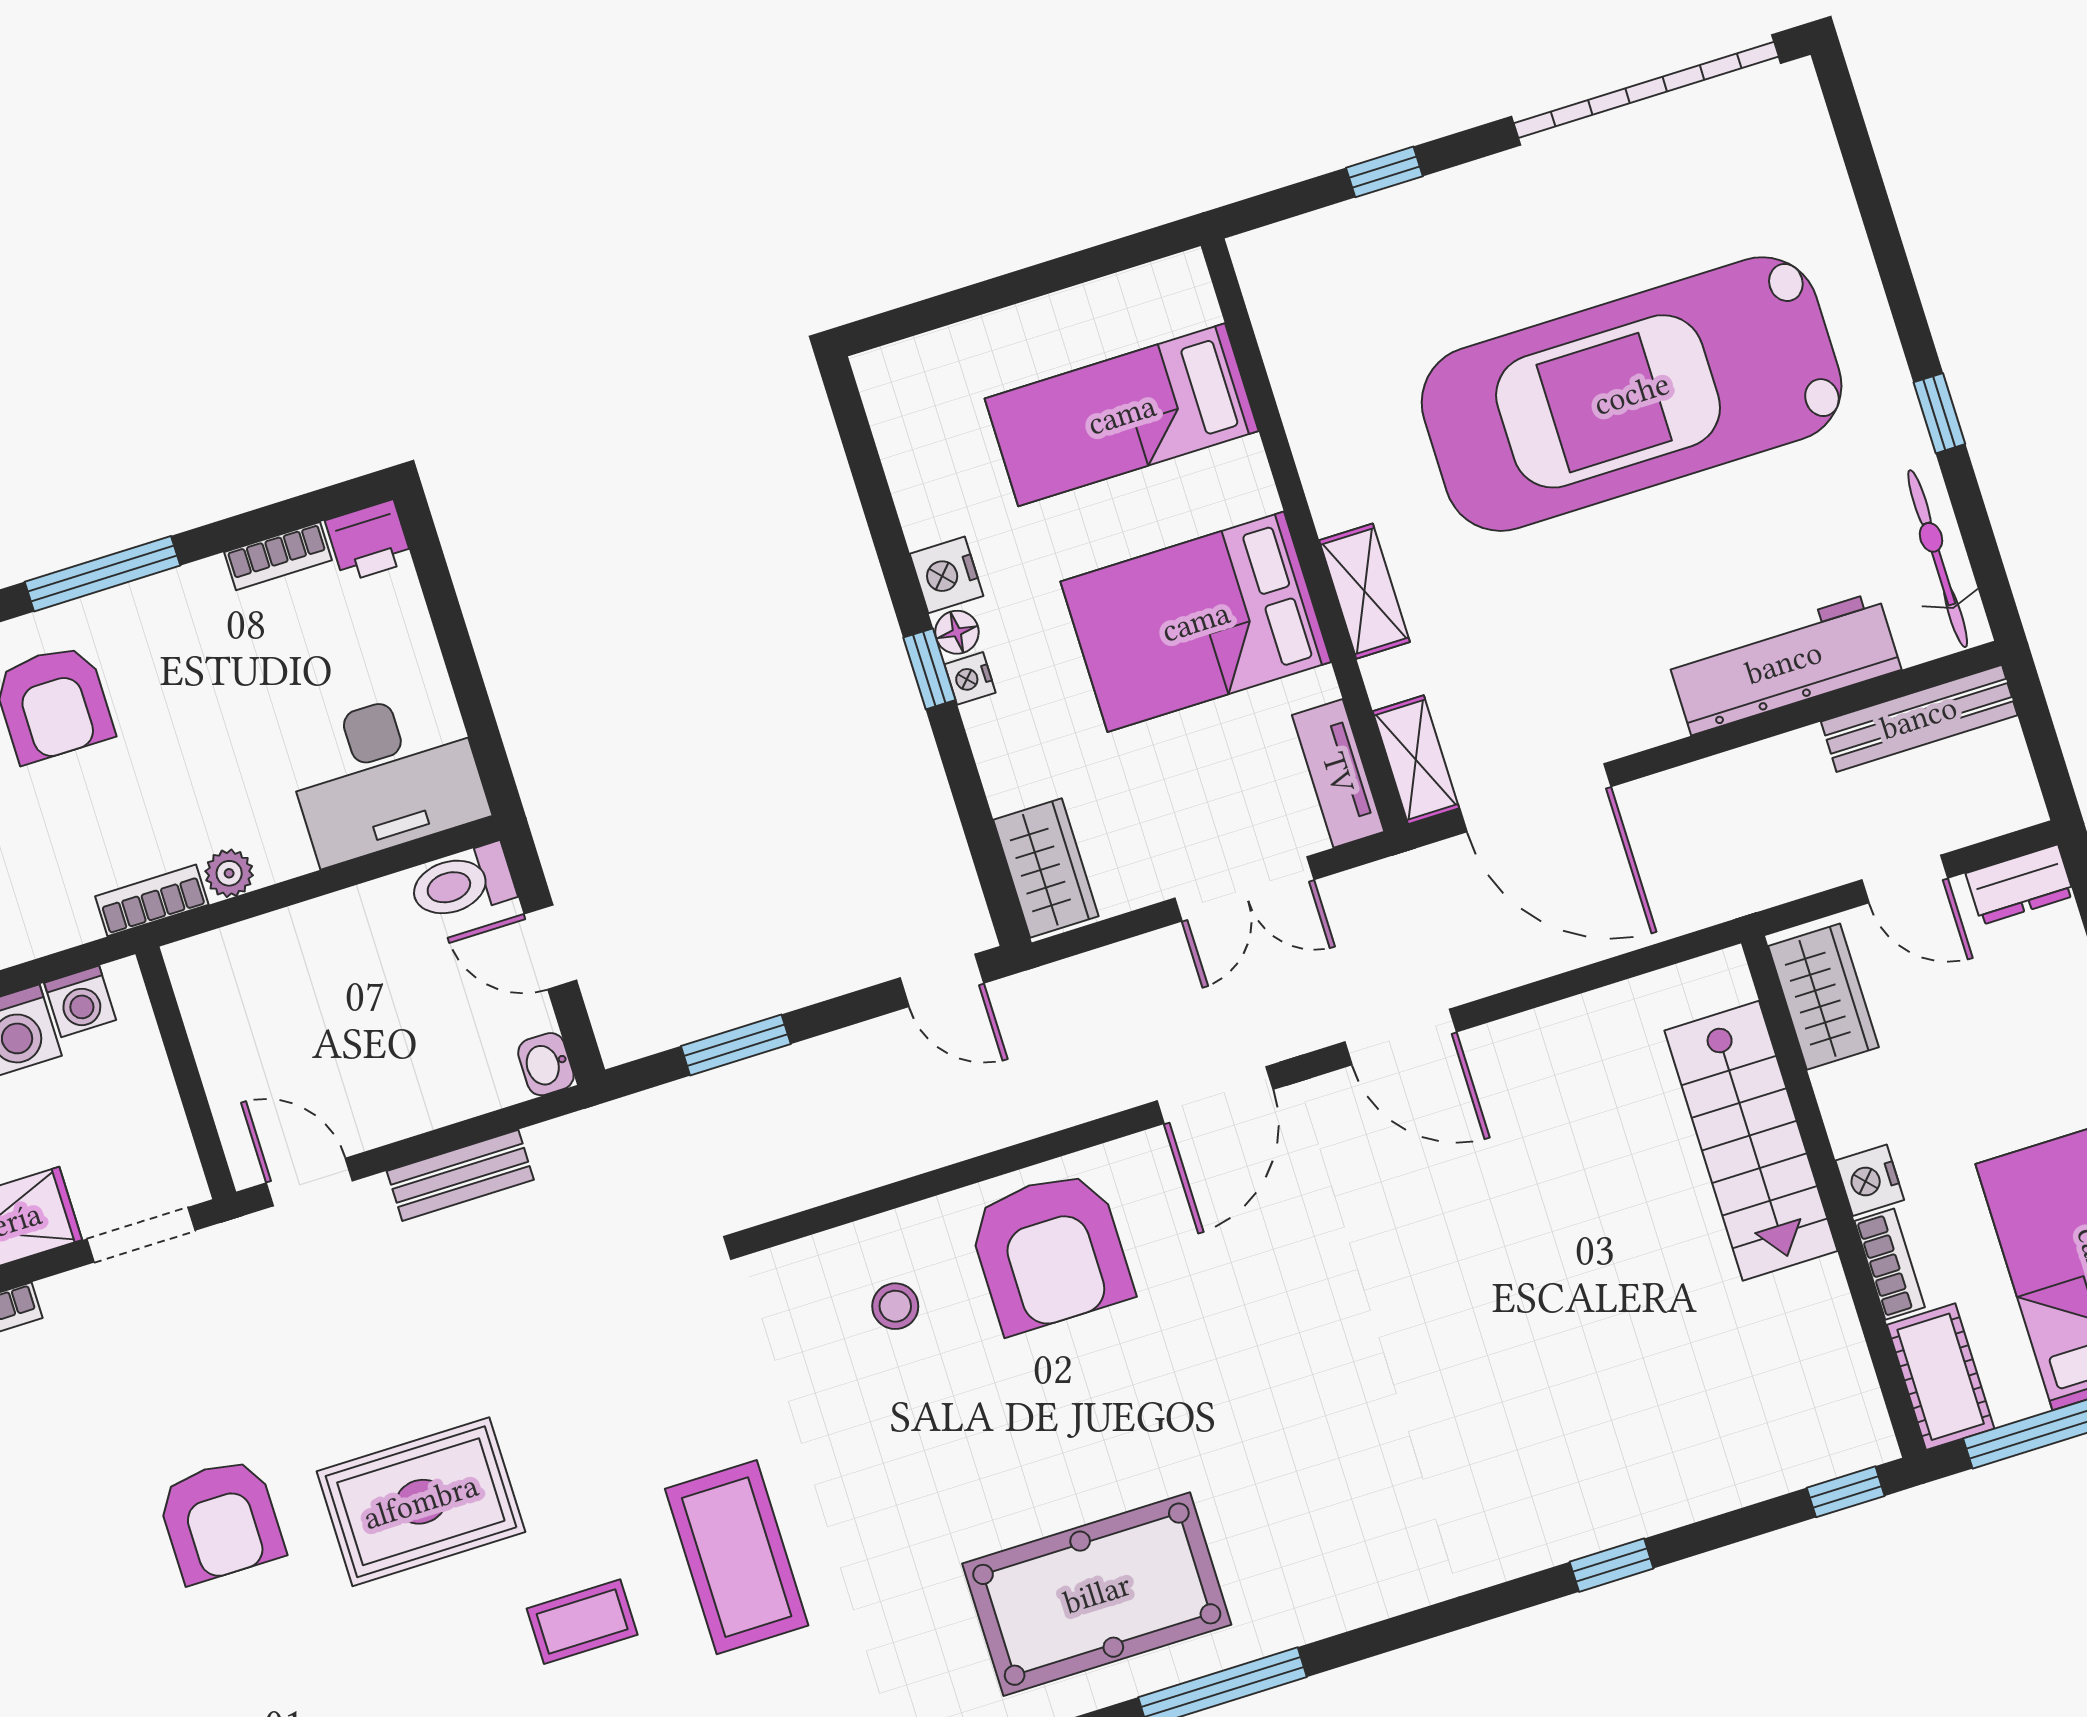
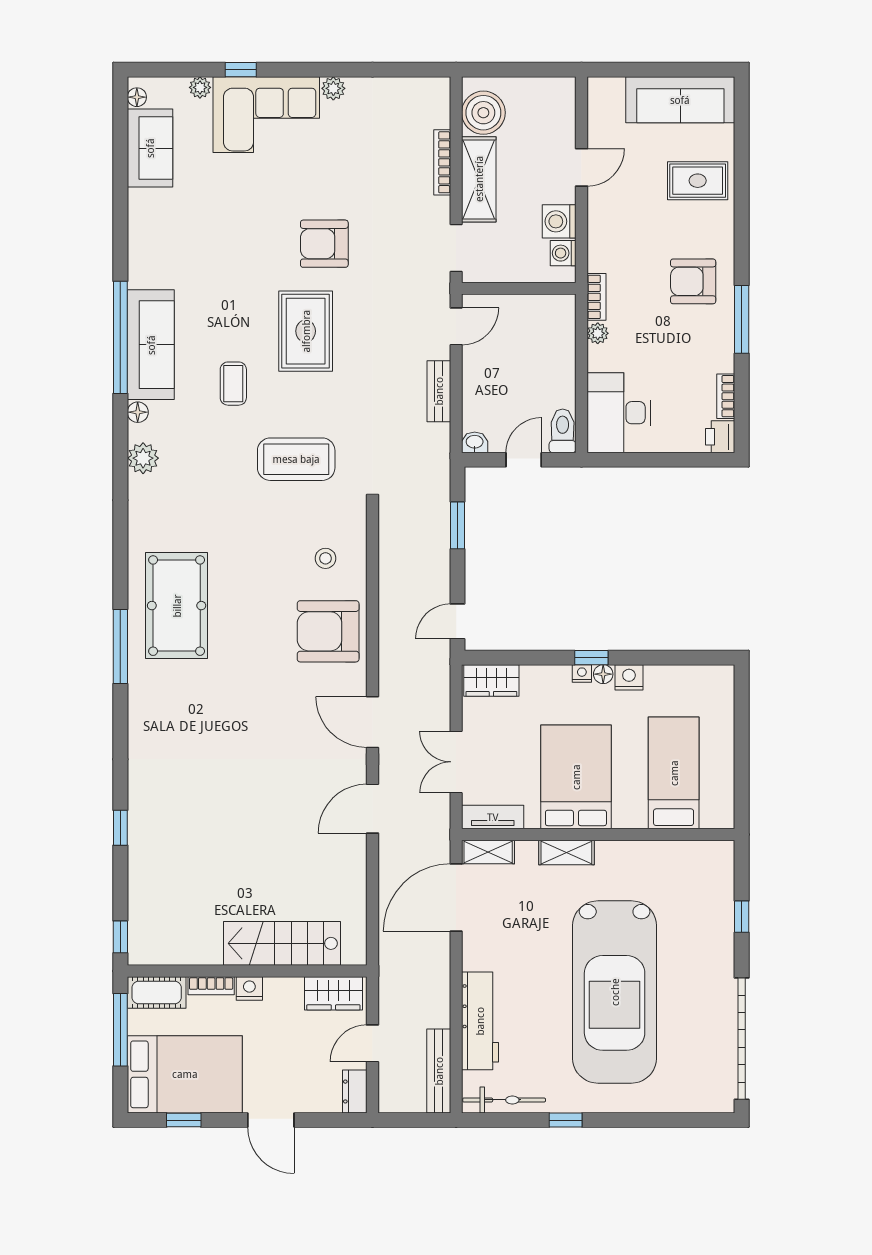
car: (1632, 394) -> (615, 992), turned 180
coffee table: (737, 1557) -> (296, 459), moved

